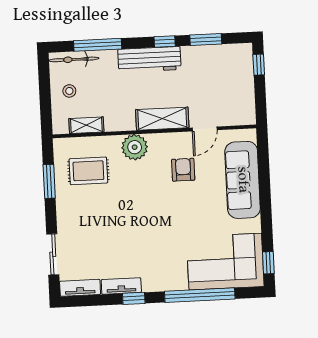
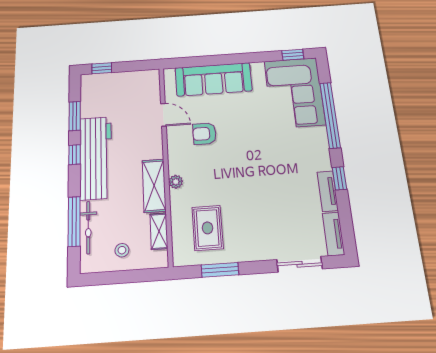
bicycle: (74, 59) -> (88, 227), moved
workbench: (149, 59) -> (96, 158), width x1.36, depth x1.32
shelving: (162, 119) -> (154, 186), moved
plant: (135, 147) -> (176, 182), width x0.53, depth x0.53

